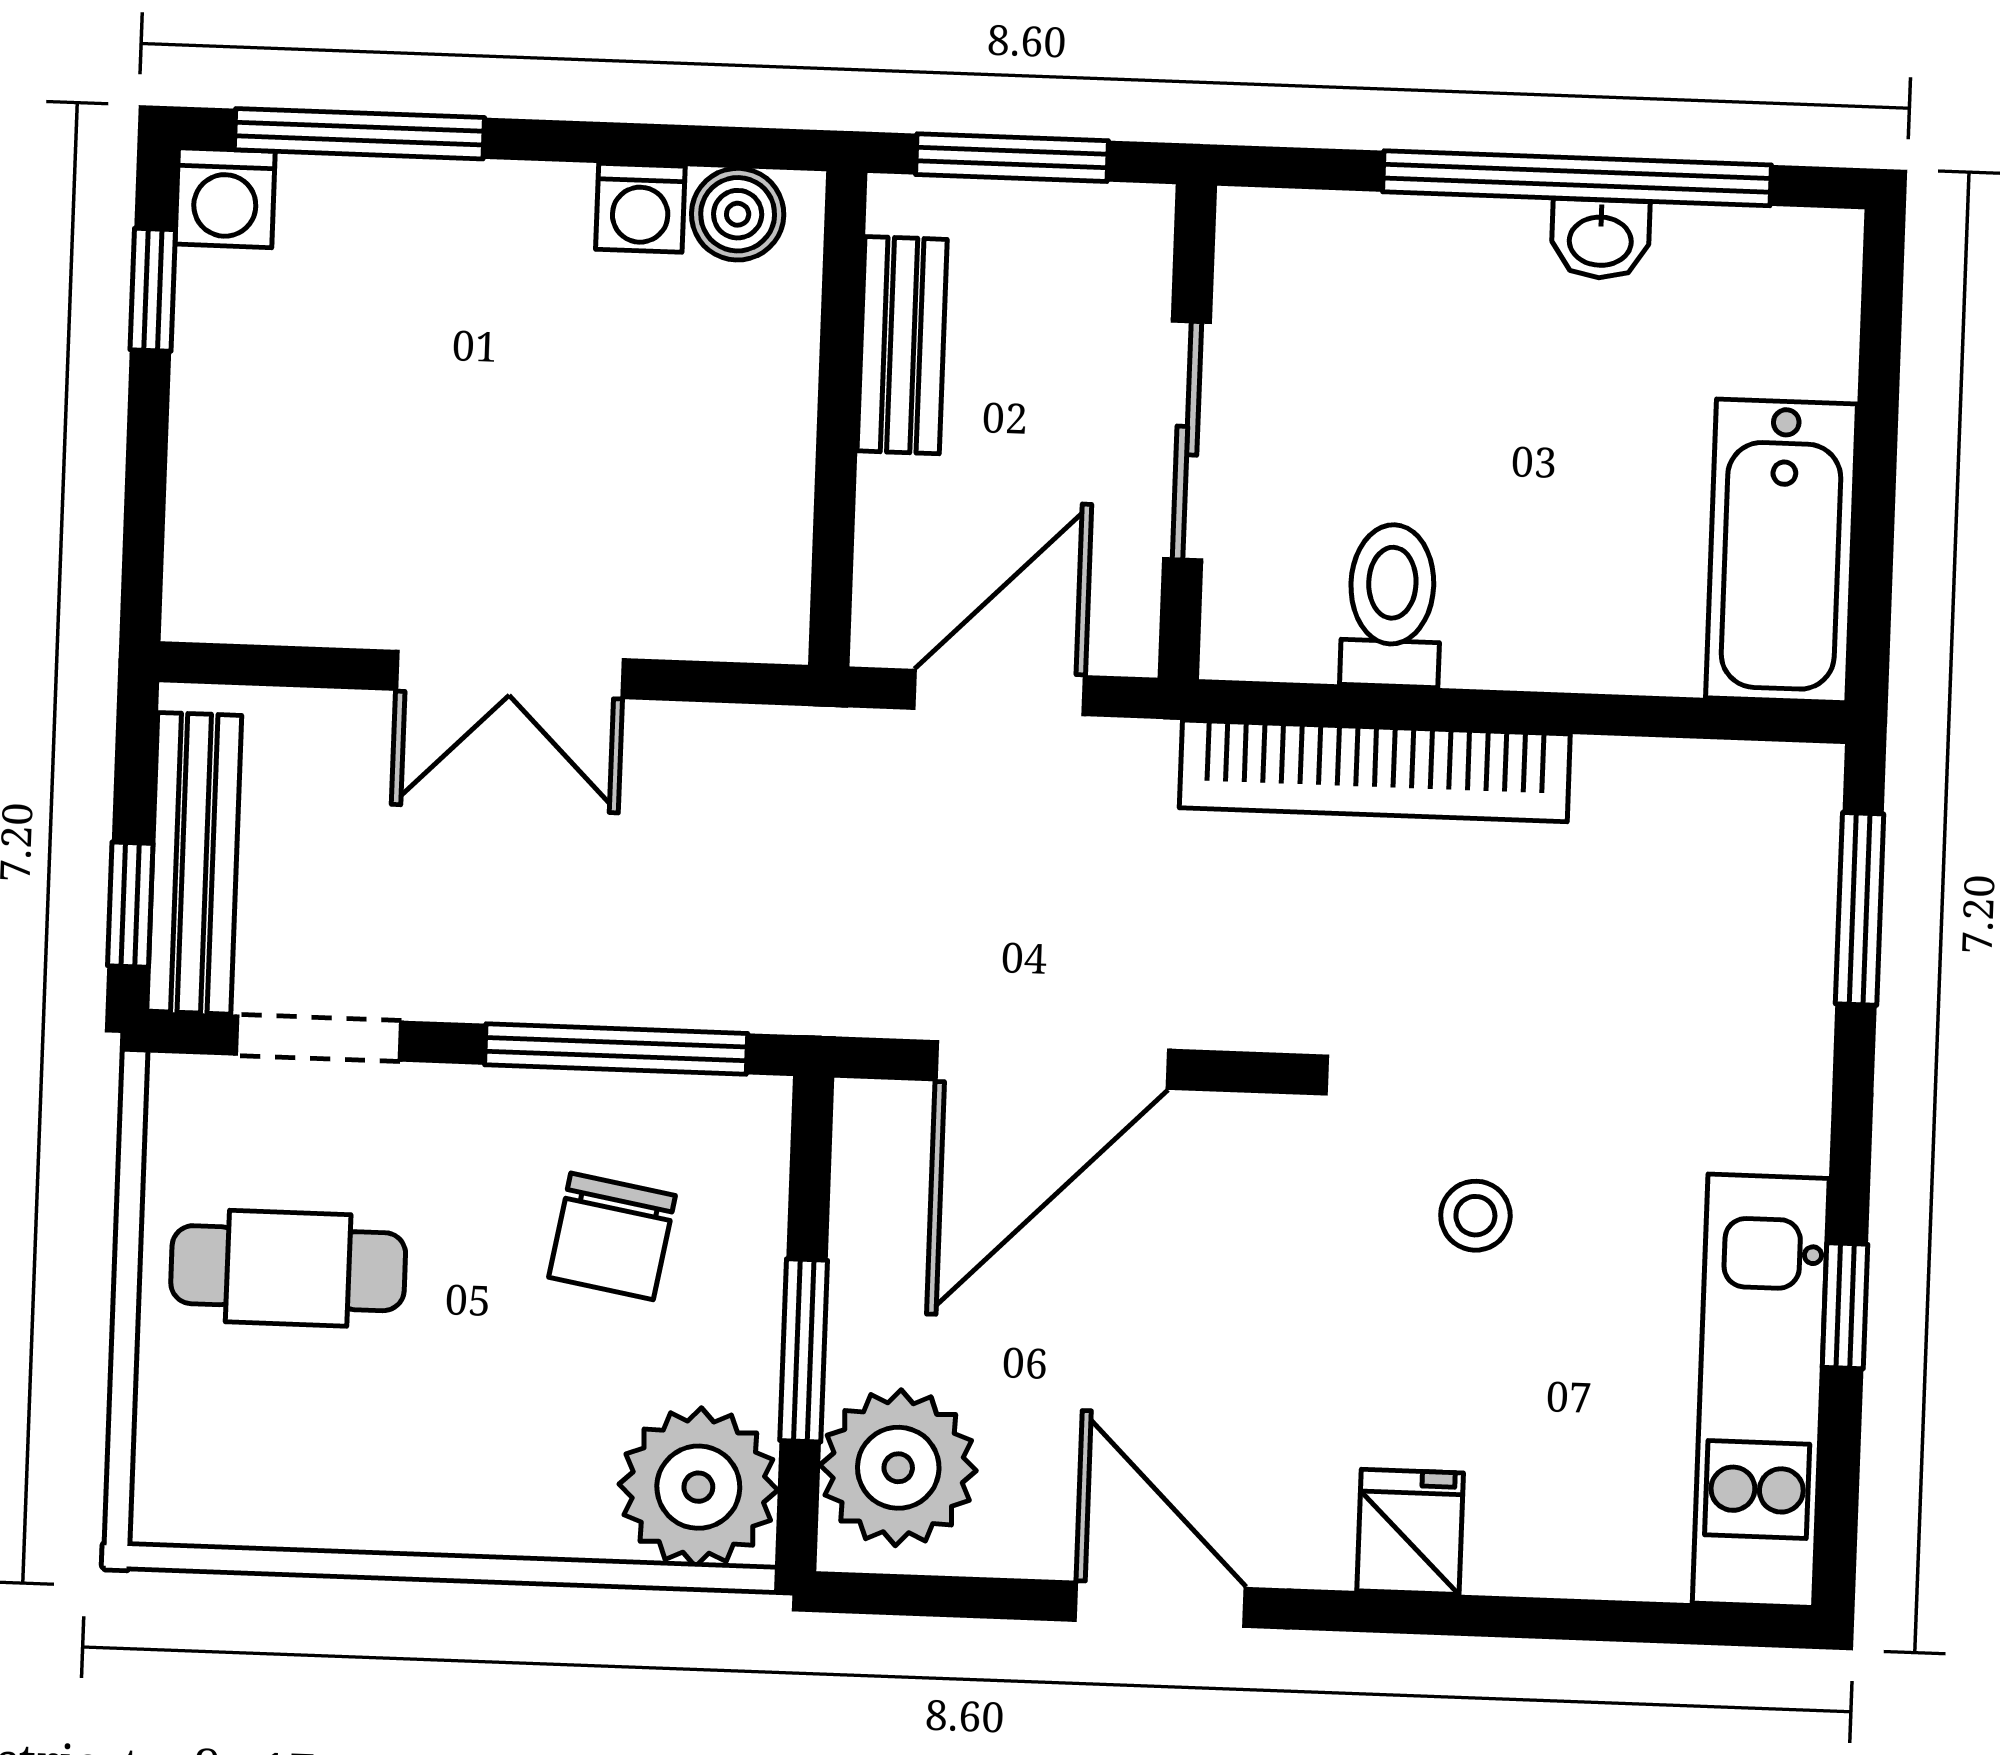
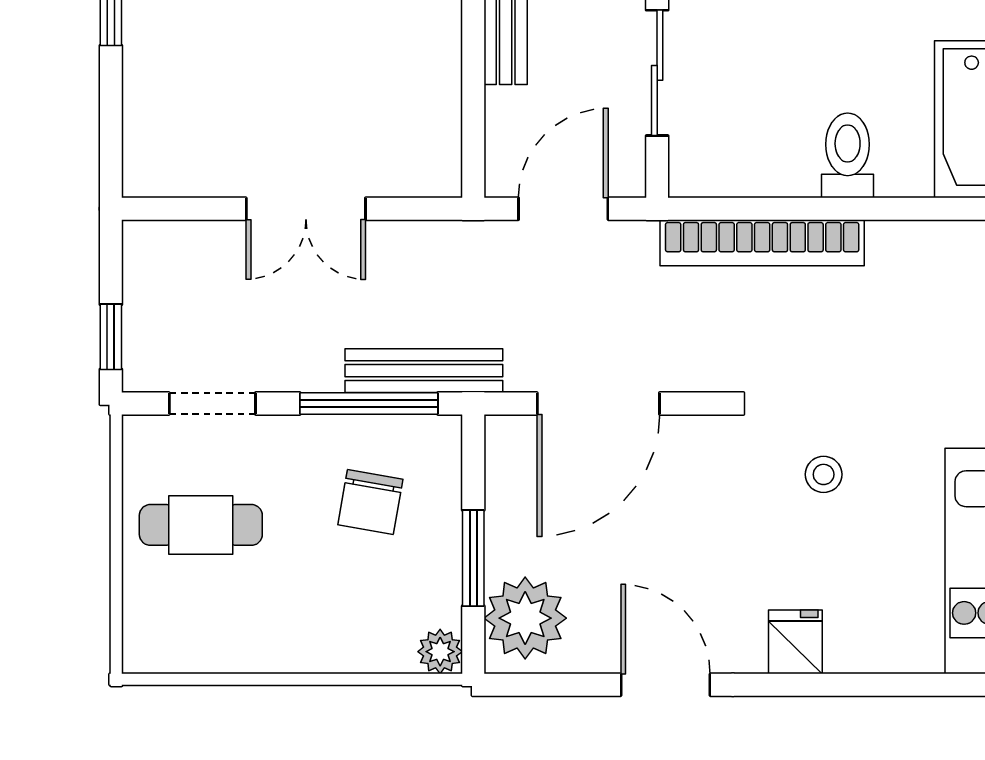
toilet: (1392, 605) -> (848, 155), moved
bench: (194, 863) -> (424, 371), moved, turned 90
plant: (698, 1487) -> (440, 652), width x0.53, depth x0.53

